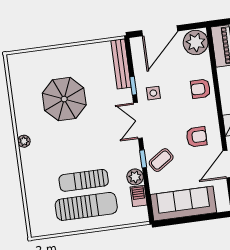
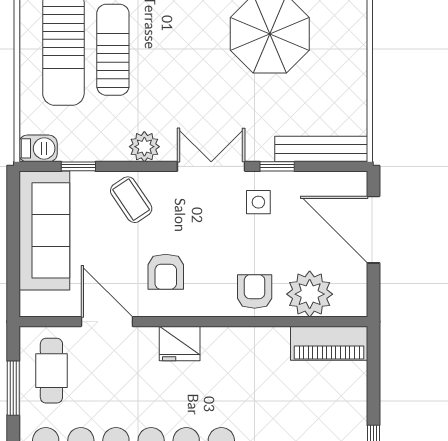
plant: (196, 42) -> (310, 294), moved
window: (143, 159) -> (78, 166), moved
plant: (135, 177) -> (144, 147), moved
barbecue: (139, 196) -> (38, 148), moved

